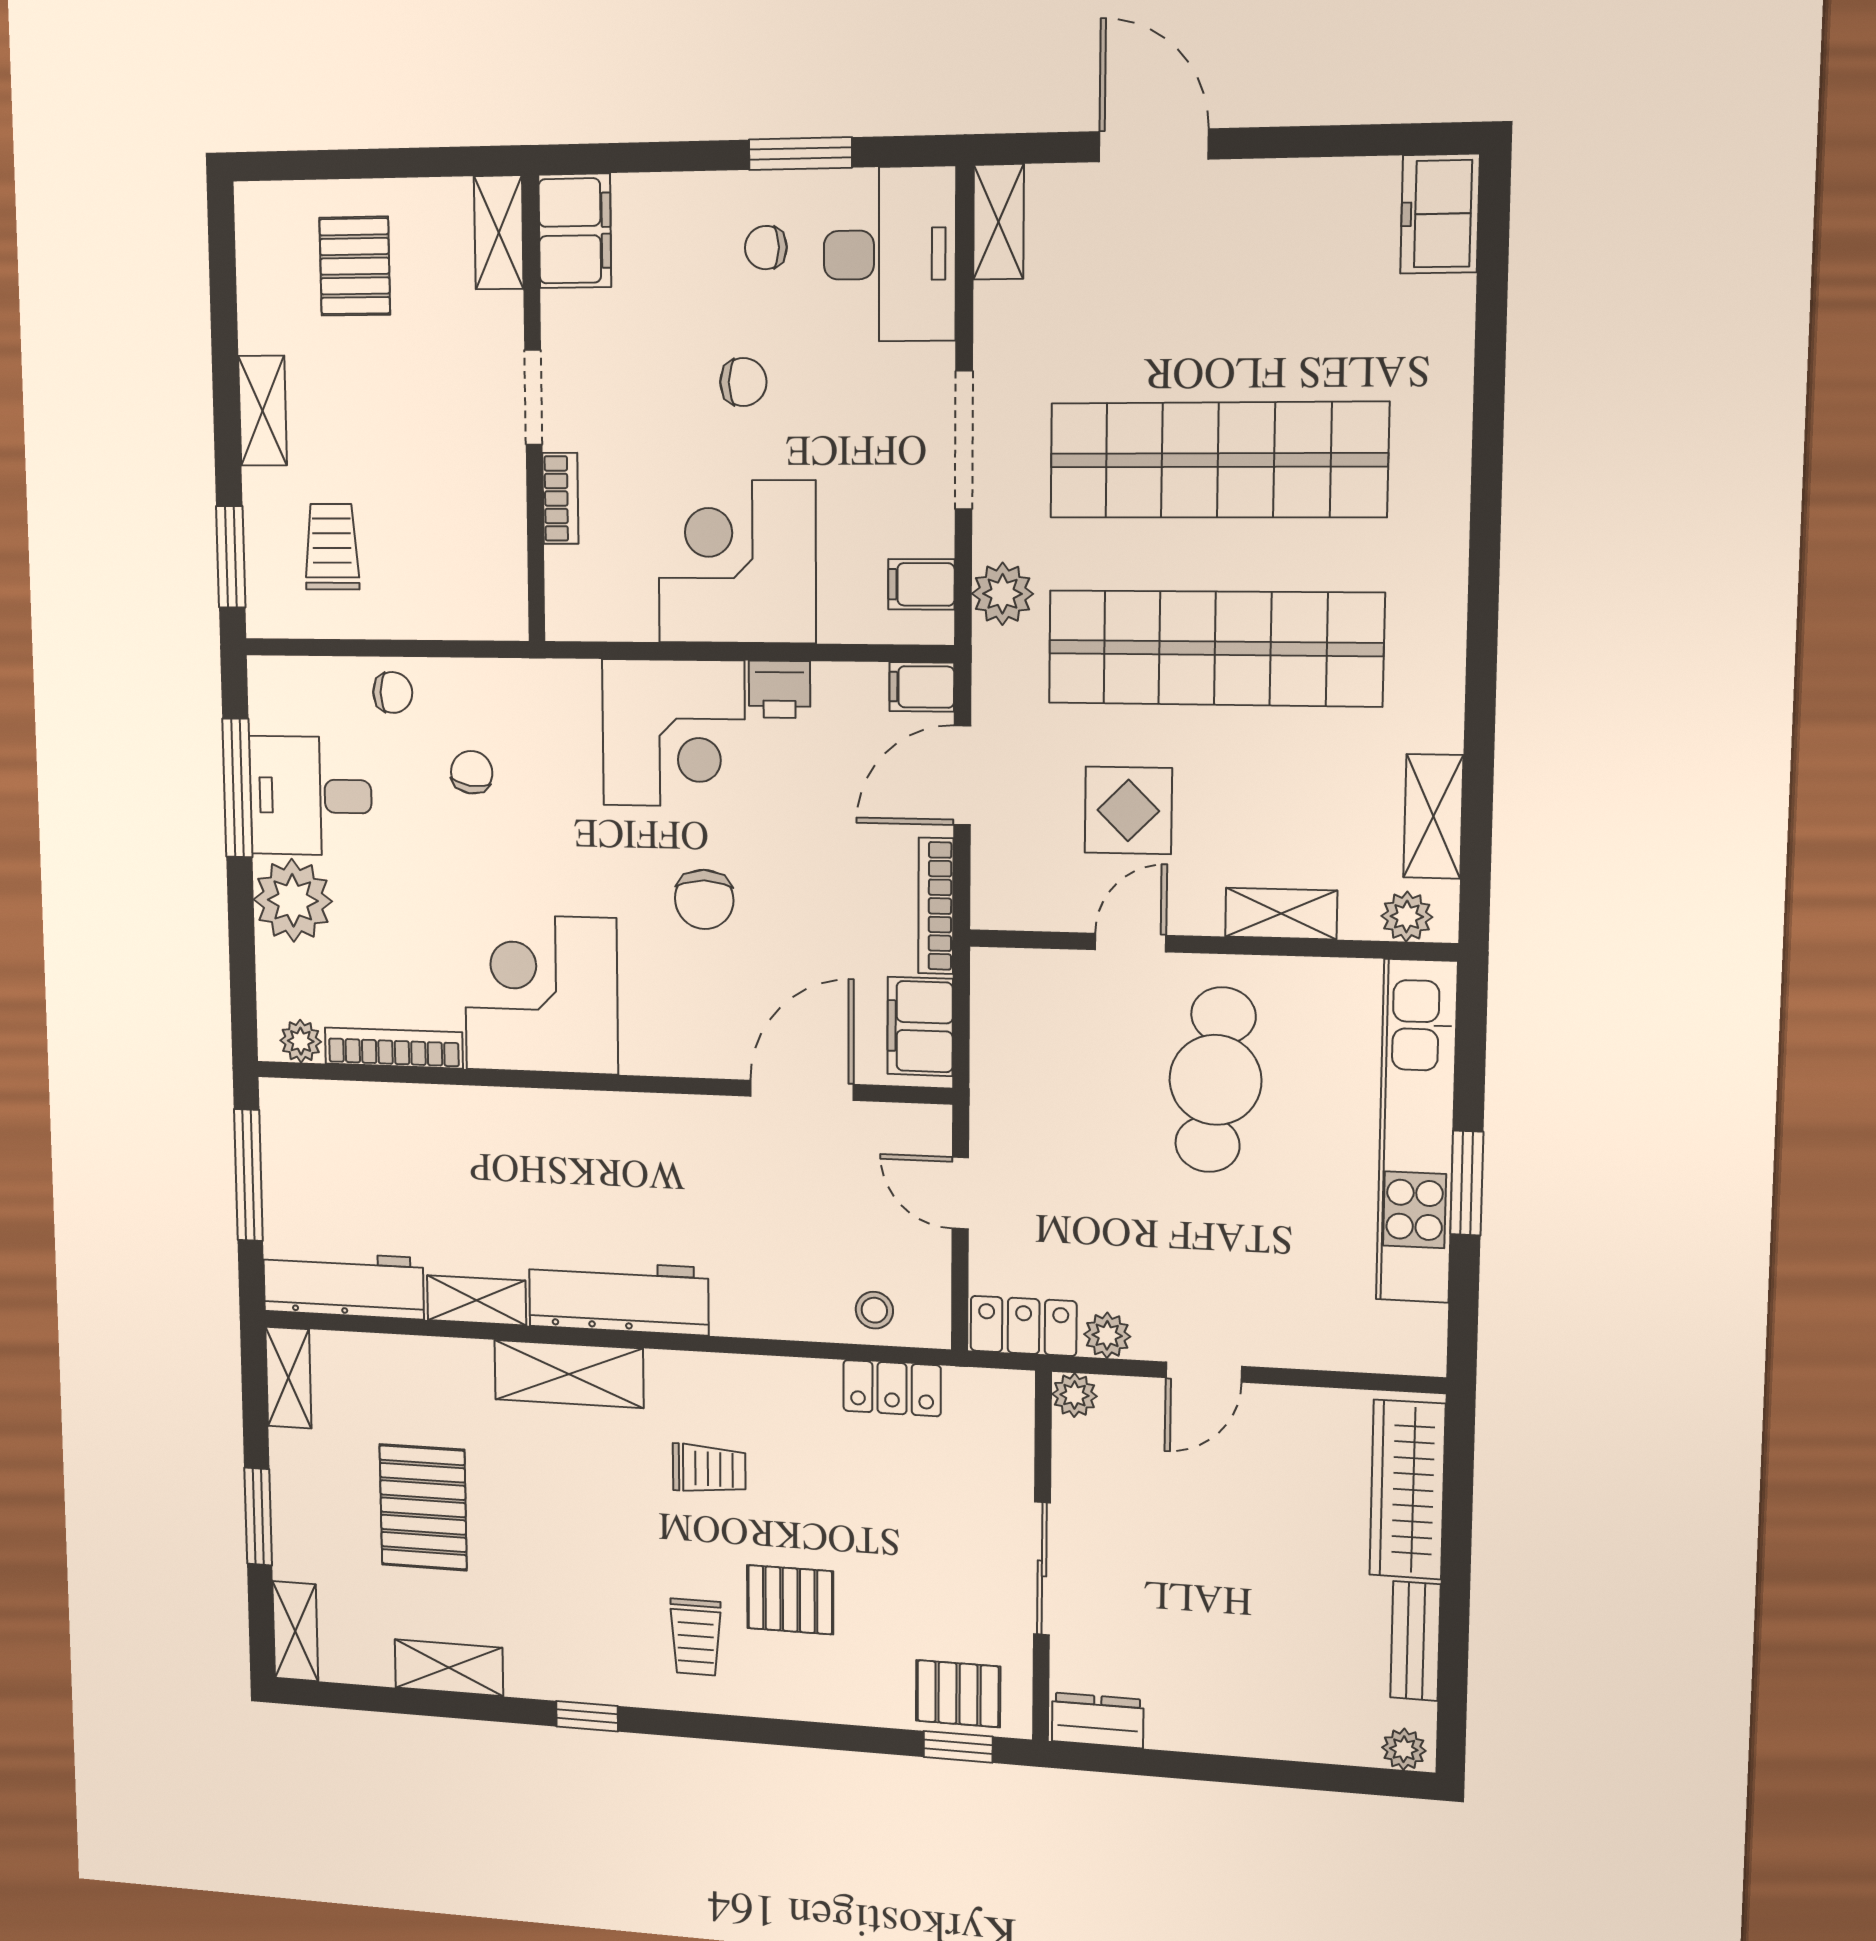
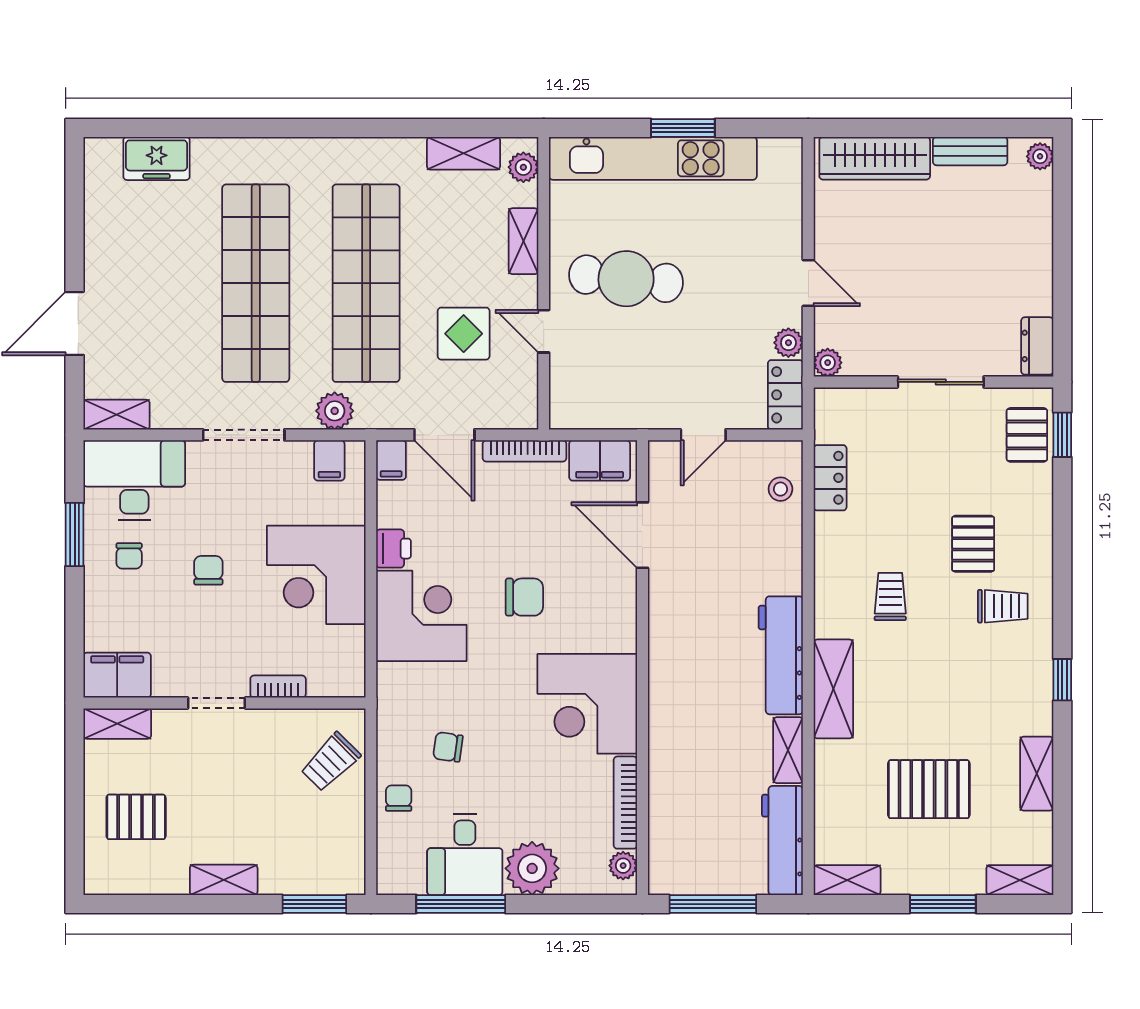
freezer: (1440, 214) -> (157, 158), moved
trolley: (332, 547) -> (330, 762), moved, turned -45

